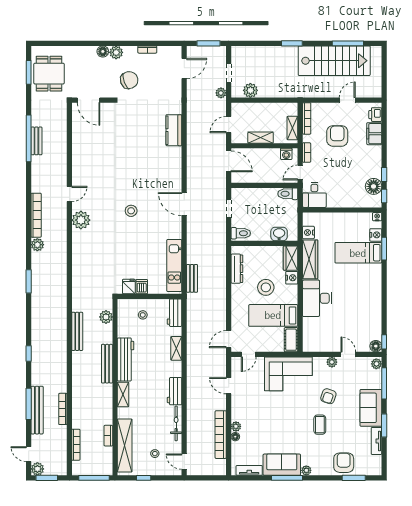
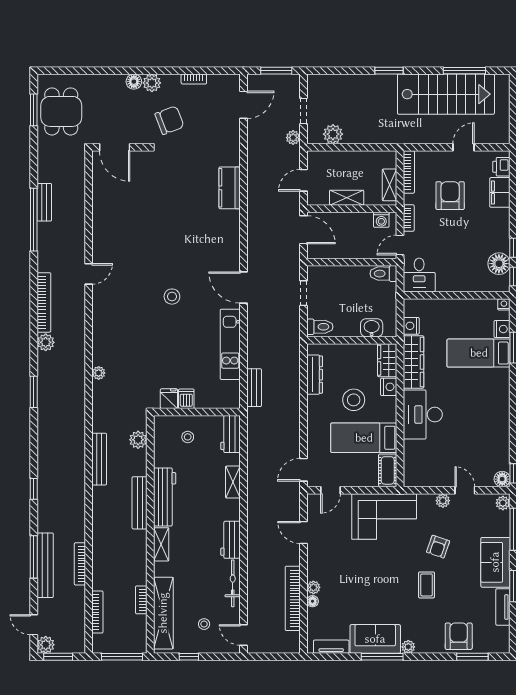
window: (29, 138) -> (34, 220), moved
plant: (81, 220) -> (99, 373), moved, width x0.53, depth x0.53
kitchen unit: (174, 265) -> (230, 344), moved

